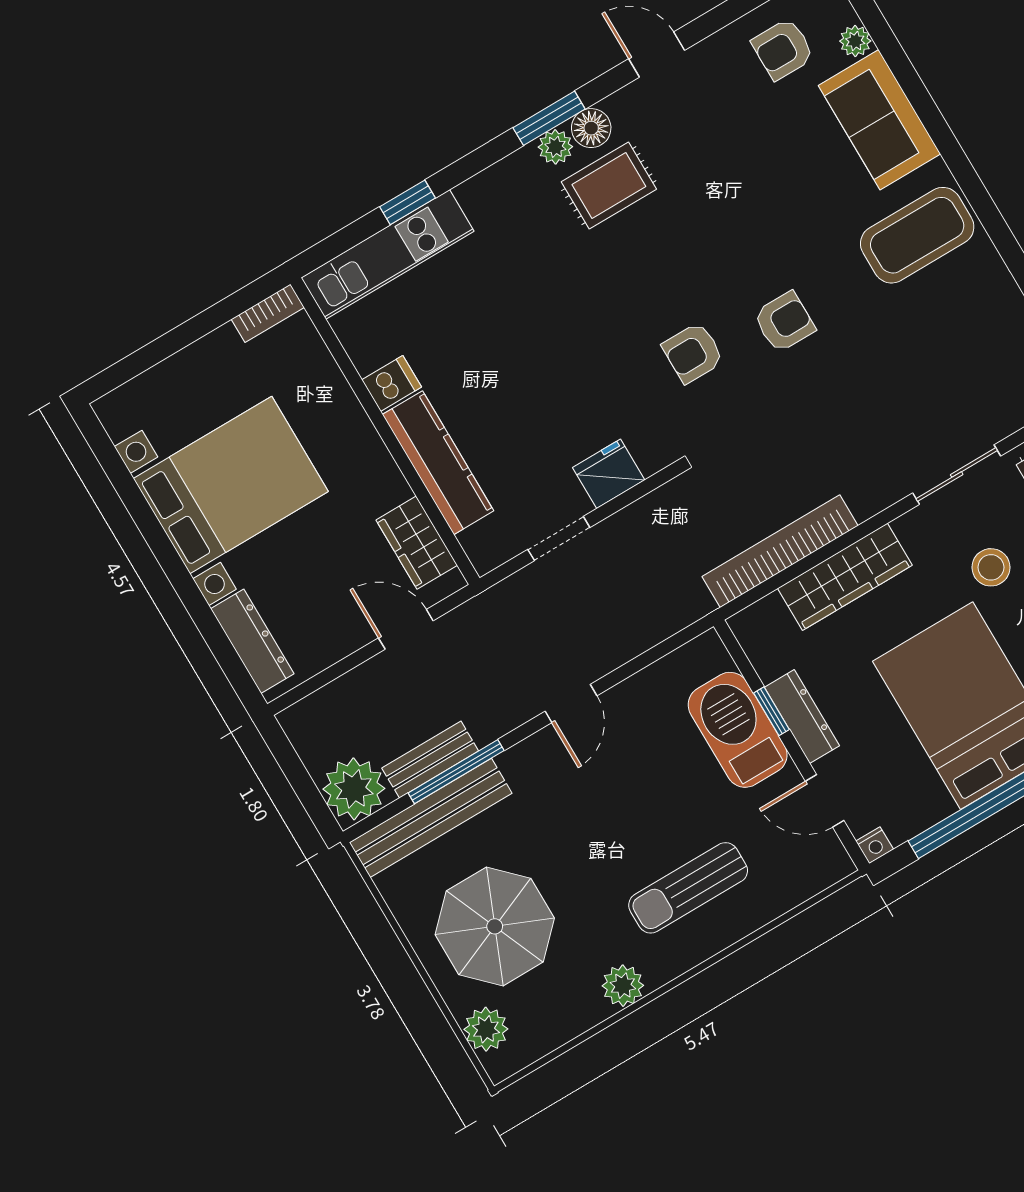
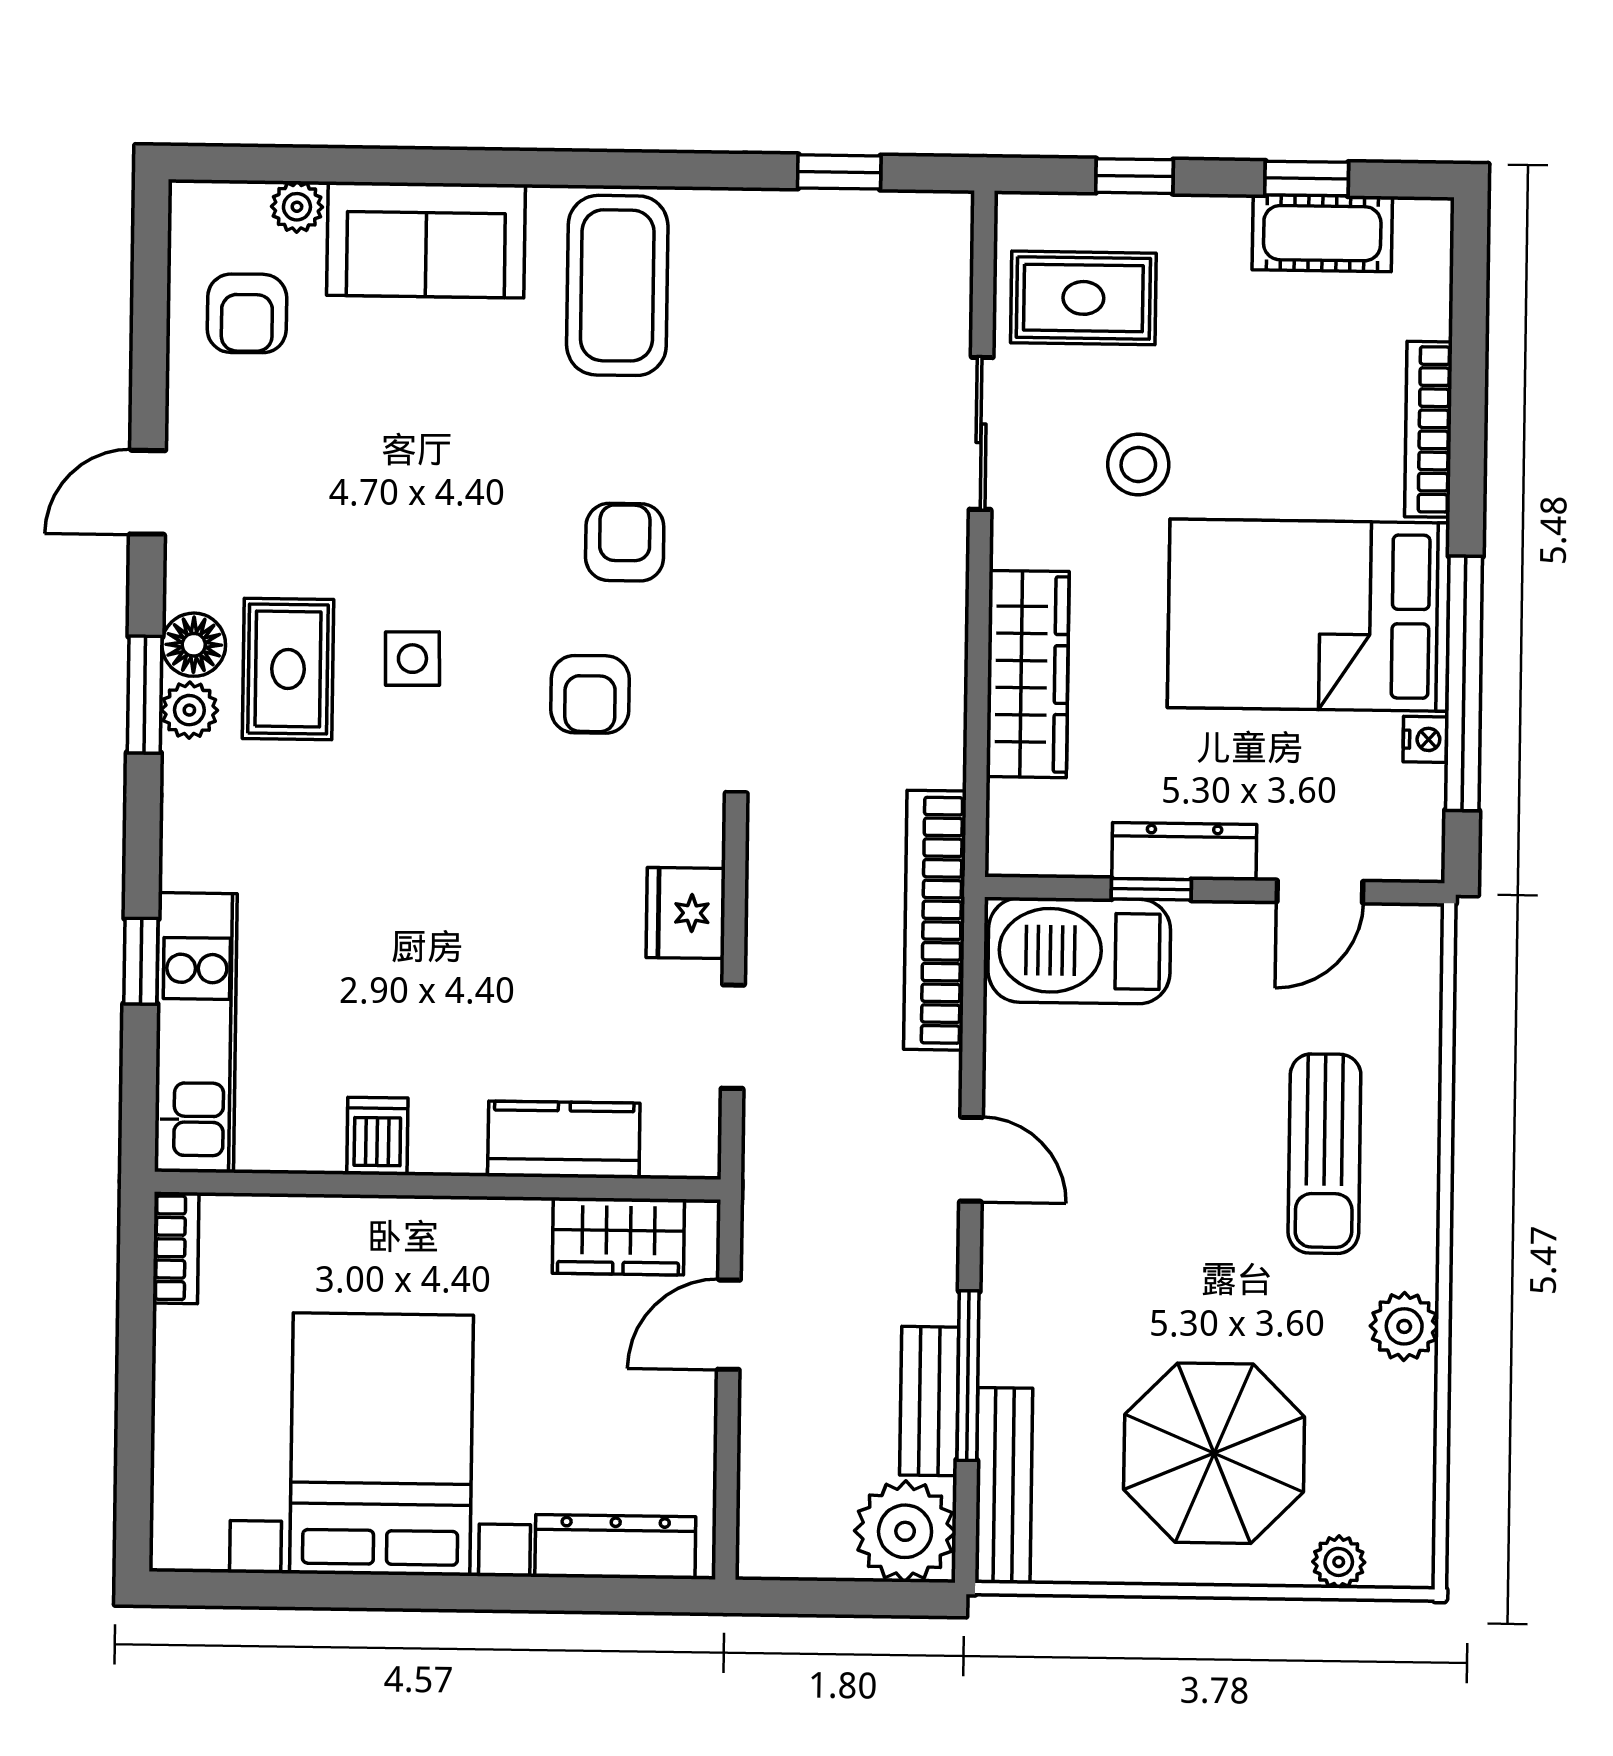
side table: (655, 248) -> (412, 659), added
kitchen counter: (438, 463) -> (564, 1140), width x0.67
bookcase: (780, 551) -> (935, 920), moved
barbecue: (738, 730) -> (1079, 951), moved
bench: (431, 818) -> (1004, 1486), width x0.73, depth x0.82
nightstand: (875, 845) -> (1425, 739), moved
plant: (486, 1029) -> (1339, 1562), width x0.73, depth x0.73

